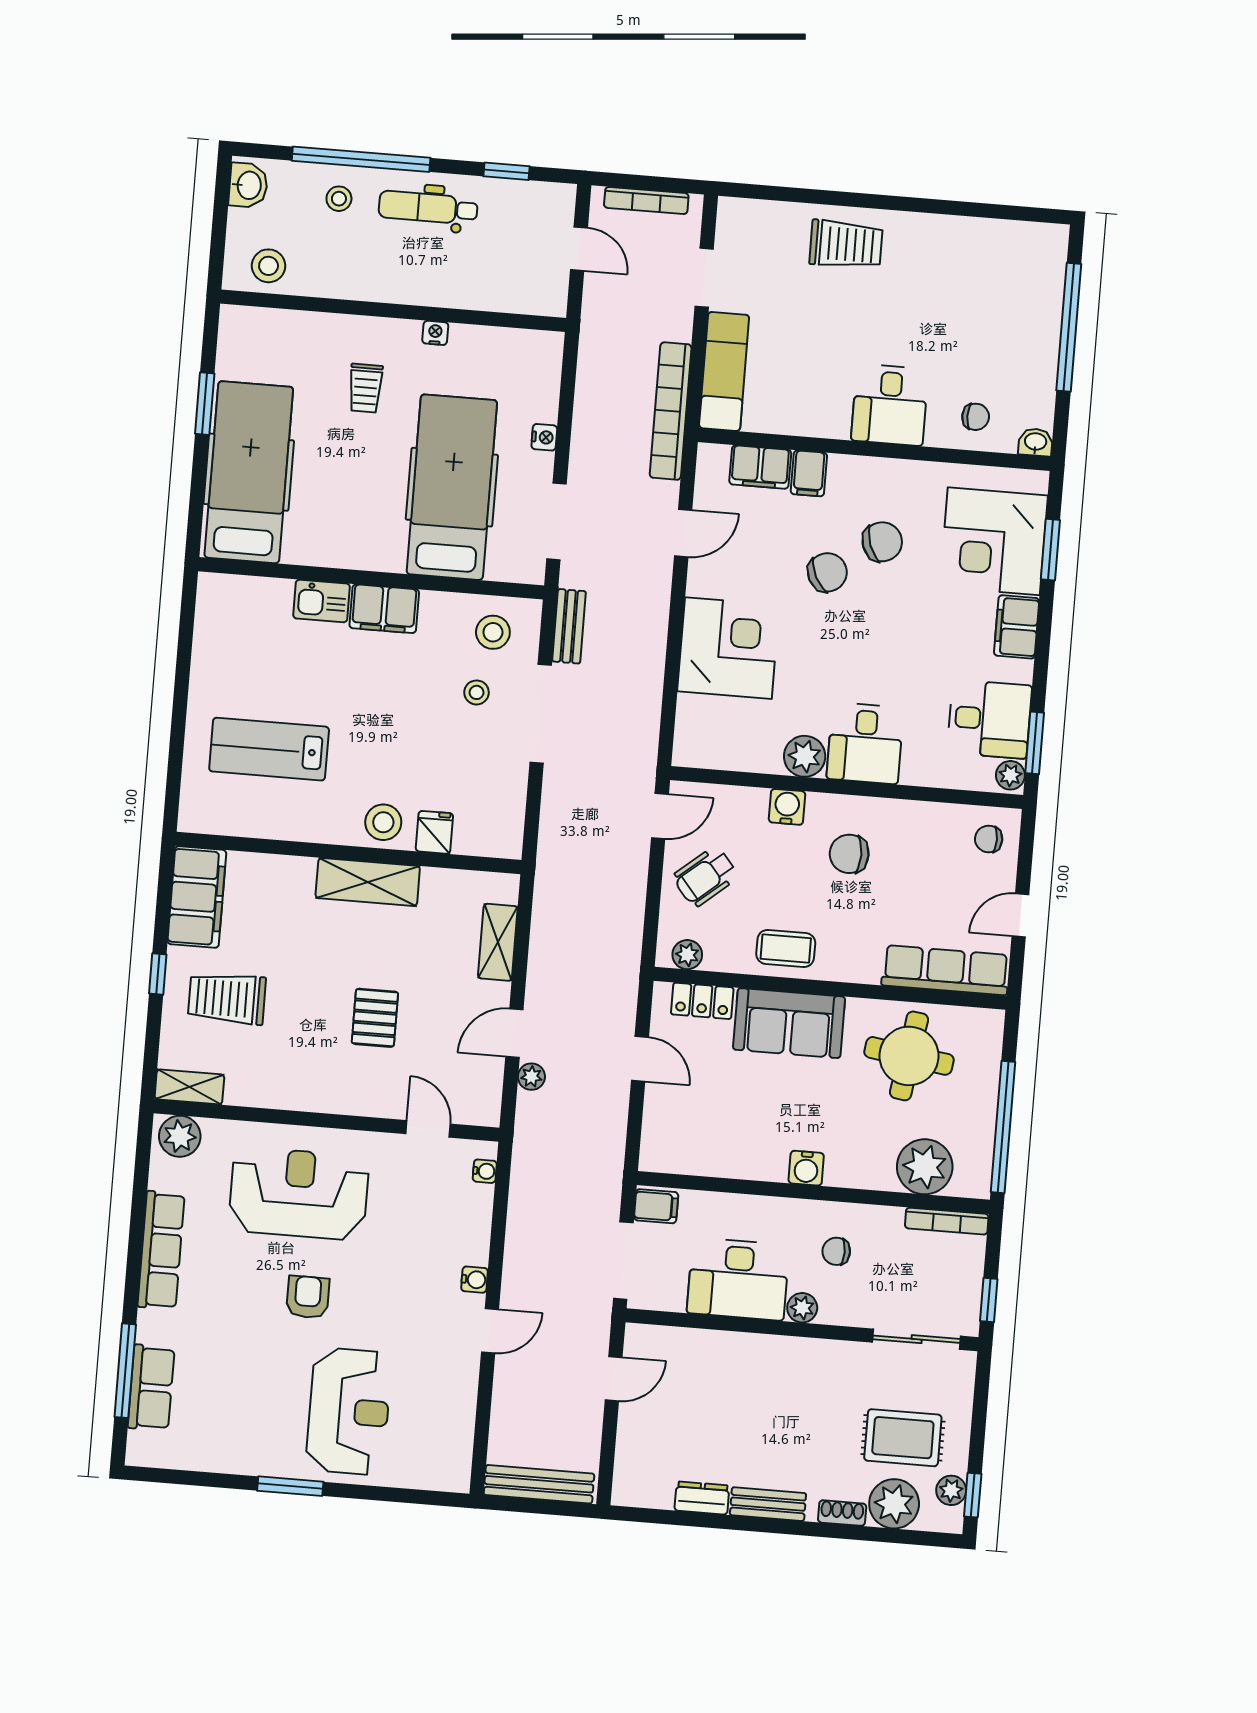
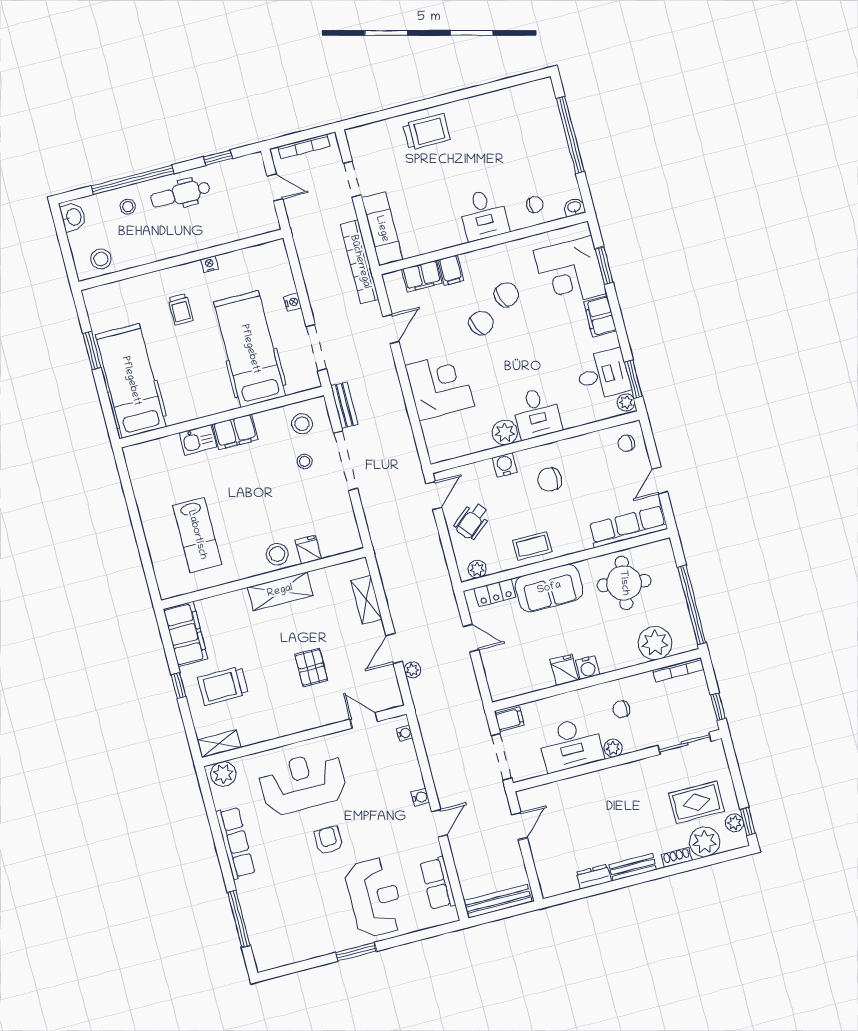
lab bench: (269, 749) -> (197, 535), turned -90
fridge: (769, 1159) -> (564, 670), added
row of seats: (151, 1388) -> (438, 883), moved, turned 180

